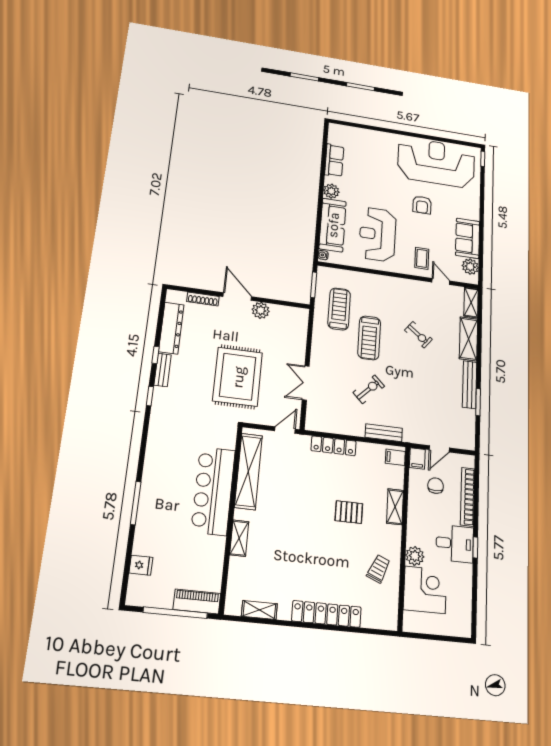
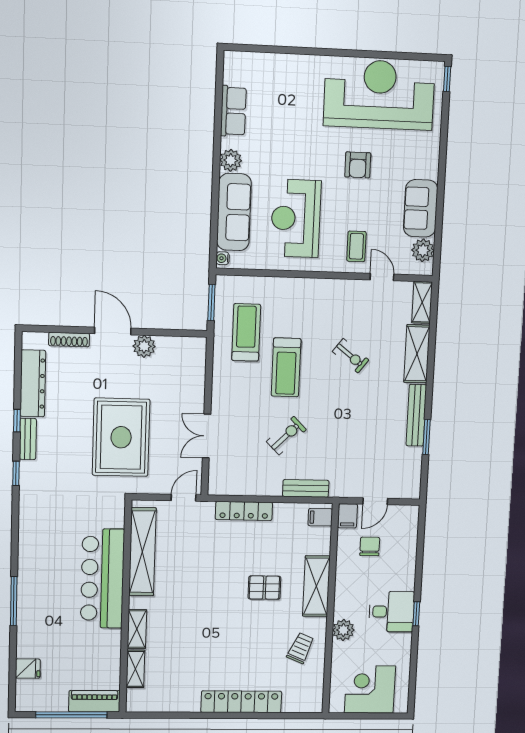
bookcase: (468, 497) -> (409, 556), removed
shelving: (395, 507) -> (316, 586), width x1.50, depth x1.33
corner desk: (425, 590) -> (370, 689), moved, turned -90
shelving: (259, 610) -> (135, 669), moved, turned 90

